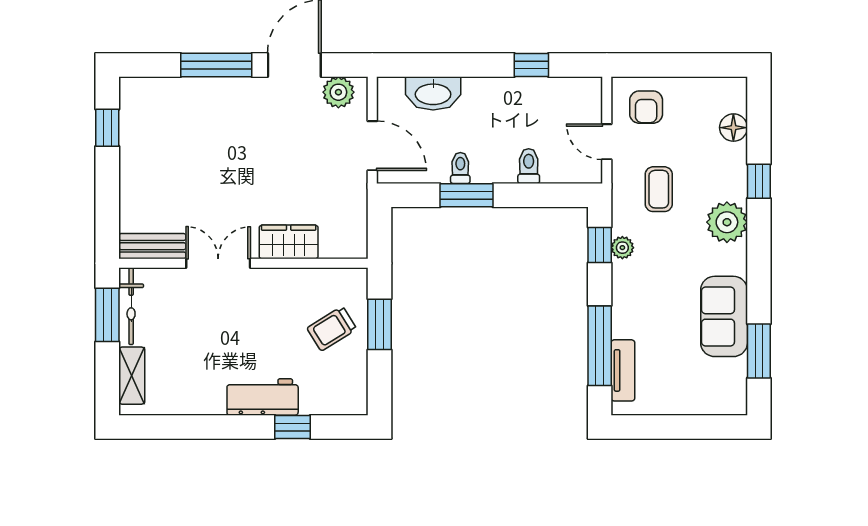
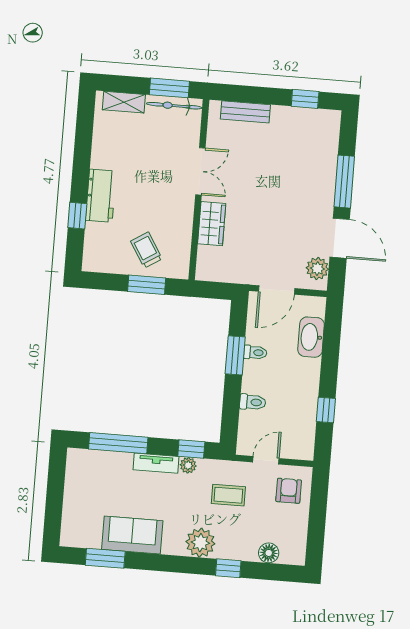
armchair: (646, 107) -> (289, 491), turned 90
bench: (152, 246) -> (245, 112), moved, turned 90
tv unit: (623, 370) -> (156, 463), moved

